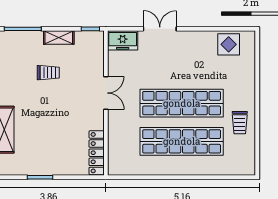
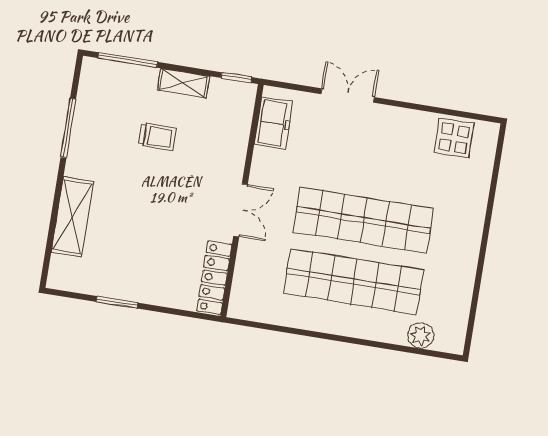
freezer: (123, 40) -> (273, 123), moved, turned -90
double door: (106, 93) -> (240, 210), moved
trolley: (240, 123) -> (452, 267), removed
plant: (228, 168) -> (421, 336), added

